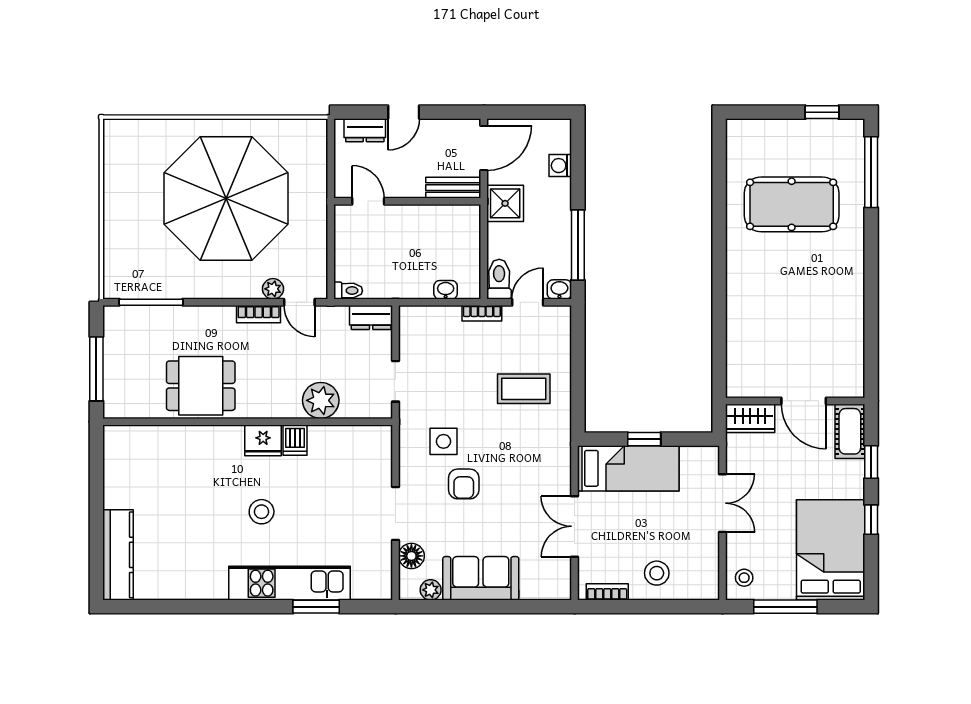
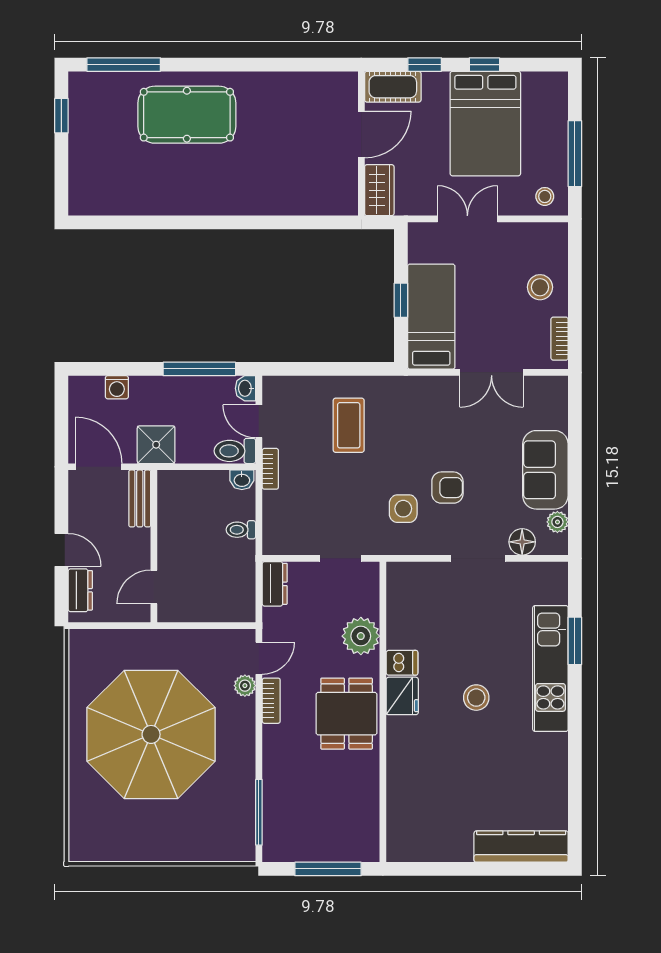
pool table: (792, 204) -> (187, 115), moved, turned 90
washbasin: (446, 290) -> (242, 480), moved, turned -90
toilet: (348, 291) -> (241, 530), moved, turned -90
dining table: (201, 386) -> (347, 714), moved
bed: (831, 550) -> (485, 124), moved, turned -90

